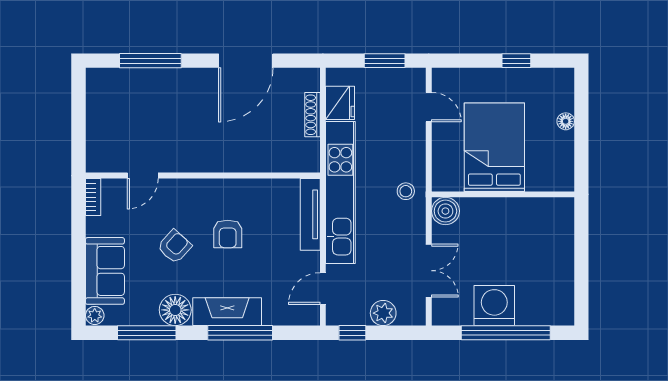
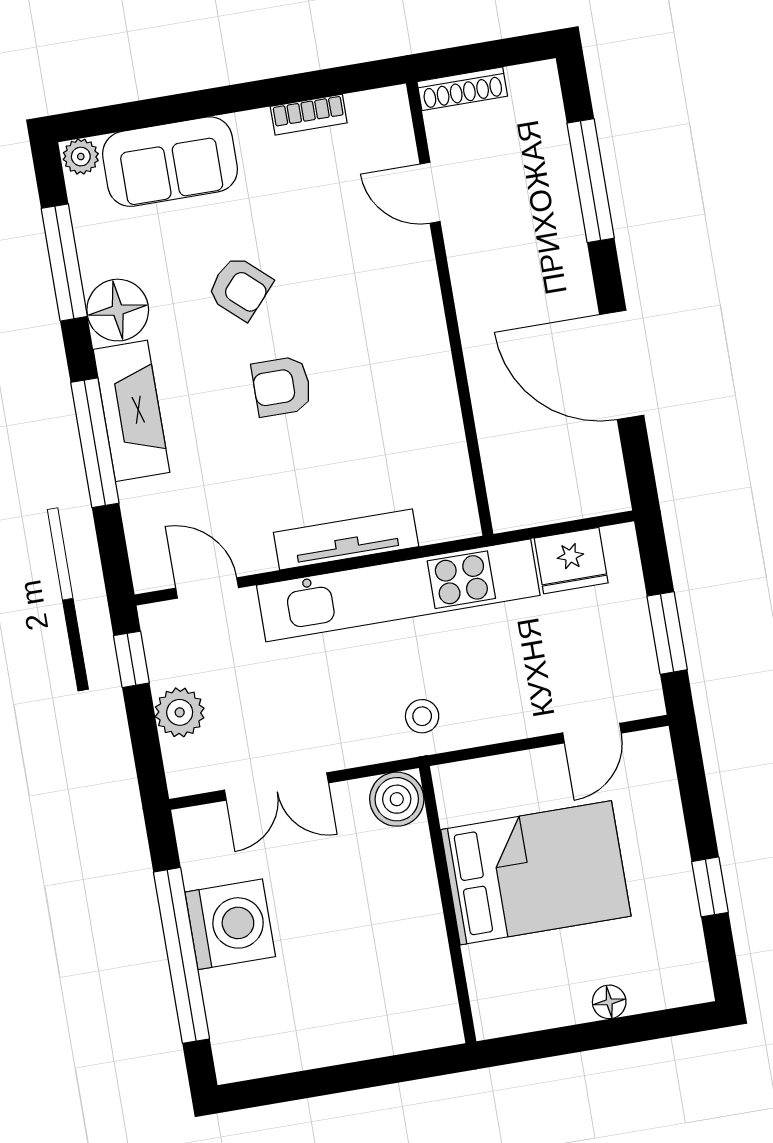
shoe rack: (312, 115) -> (462, 89), moved, turned 180
door: (143, 176) -> (430, 193), moved
wall: (203, 176) -> (450, 309), moved

